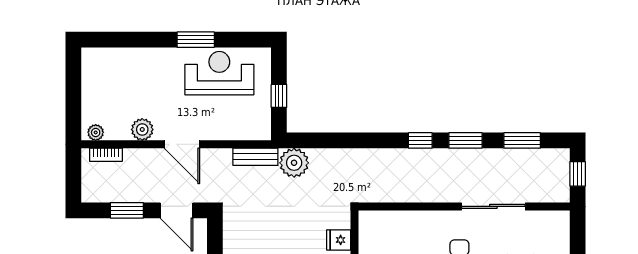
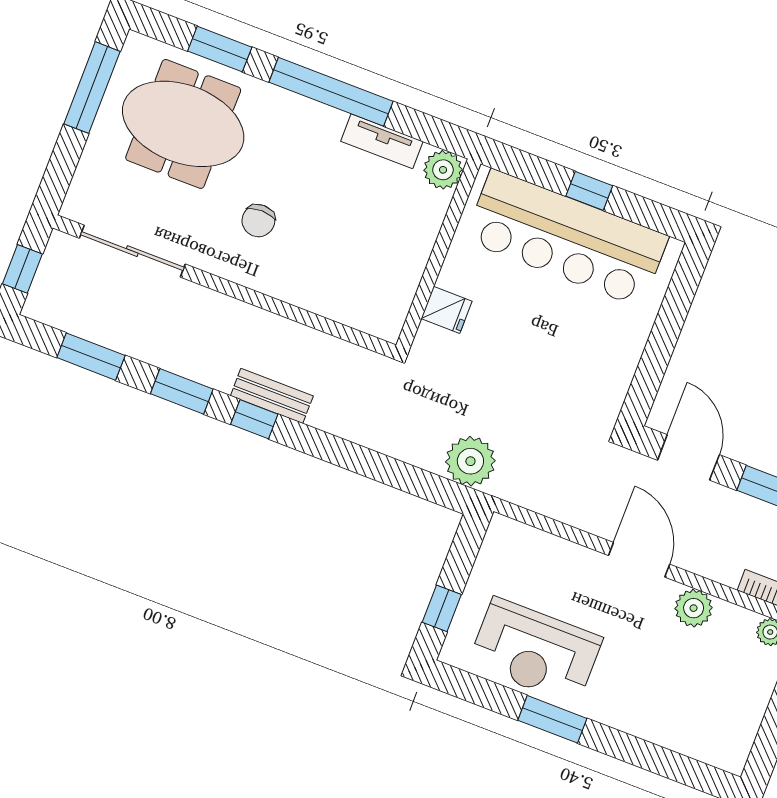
window: (279, 96) -> (442, 608), moved
bench: (255, 157) -> (272, 396), moved
sliding door: (493, 206) -> (132, 251), moved

